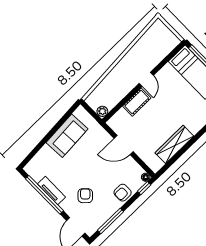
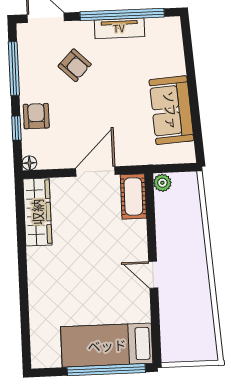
cot: (137, 102) -> (133, 196), moved
wardrobe: (174, 144) -> (37, 212), moved
window: (144, 188) -> (16, 128), moved

